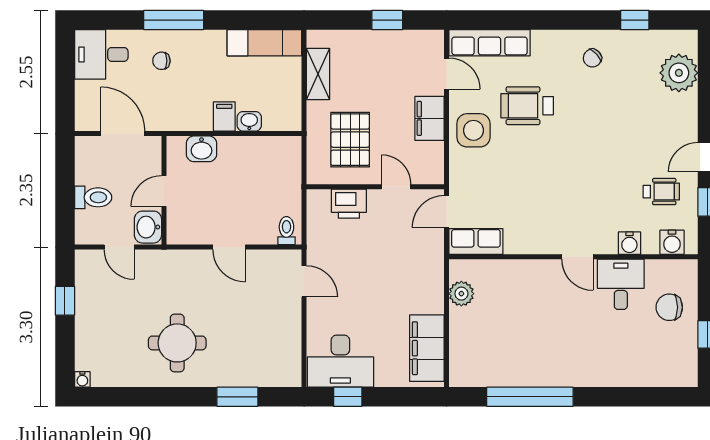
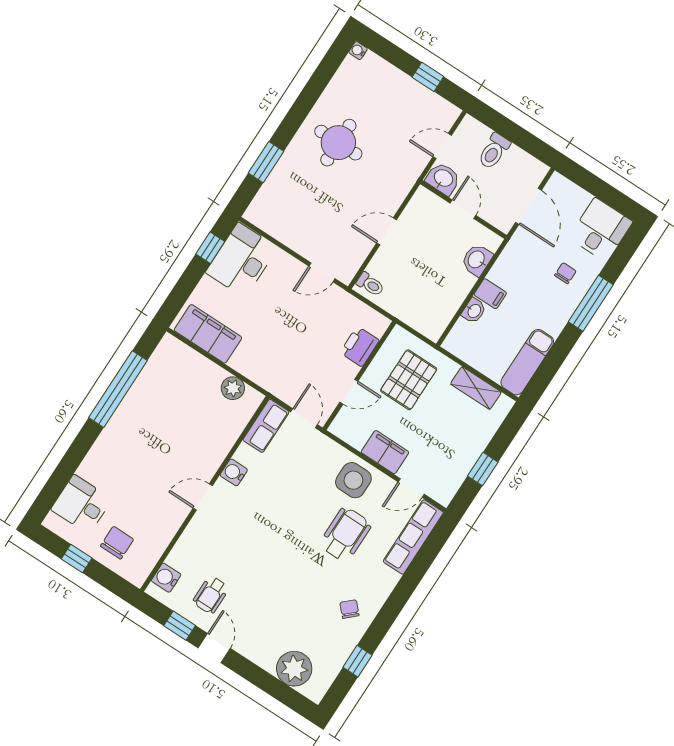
door: (123, 134) -> (528, 206), hinge flipped
pallet: (350, 140) -> (409, 380), turned 90
water cooler: (629, 243) -> (234, 472), moved
desk: (621, 284) -> (81, 504), moved, turned 180

